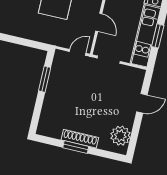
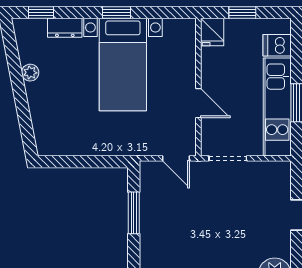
door: (78, 52) -> (176, 158), swing flipped

